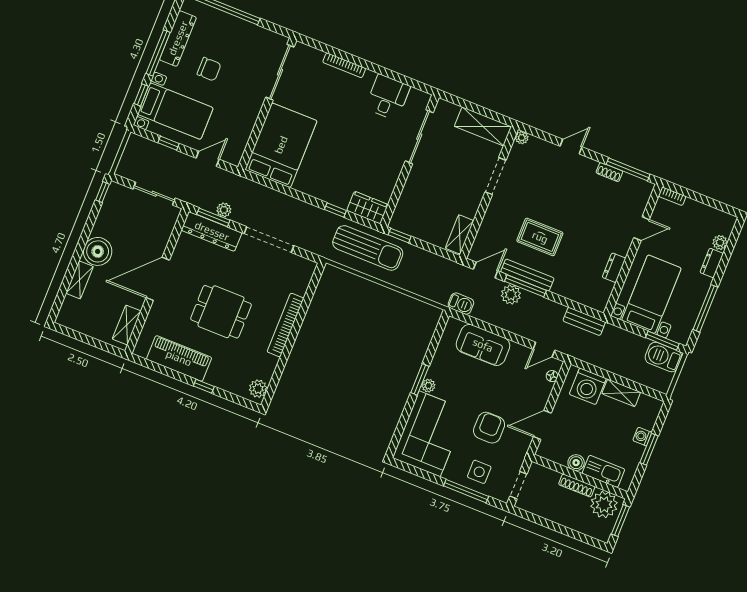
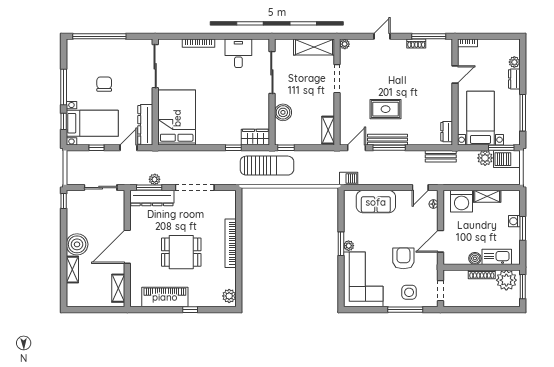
dresser: (178, 38) -> (145, 125), moved, turned 180
chair: (209, 69) -> (104, 84), turned -90
boiler: (413, 191) -> (283, 112), added
dresser: (614, 268) -> (447, 132), moved
plant: (511, 295) -> (485, 158), moved

